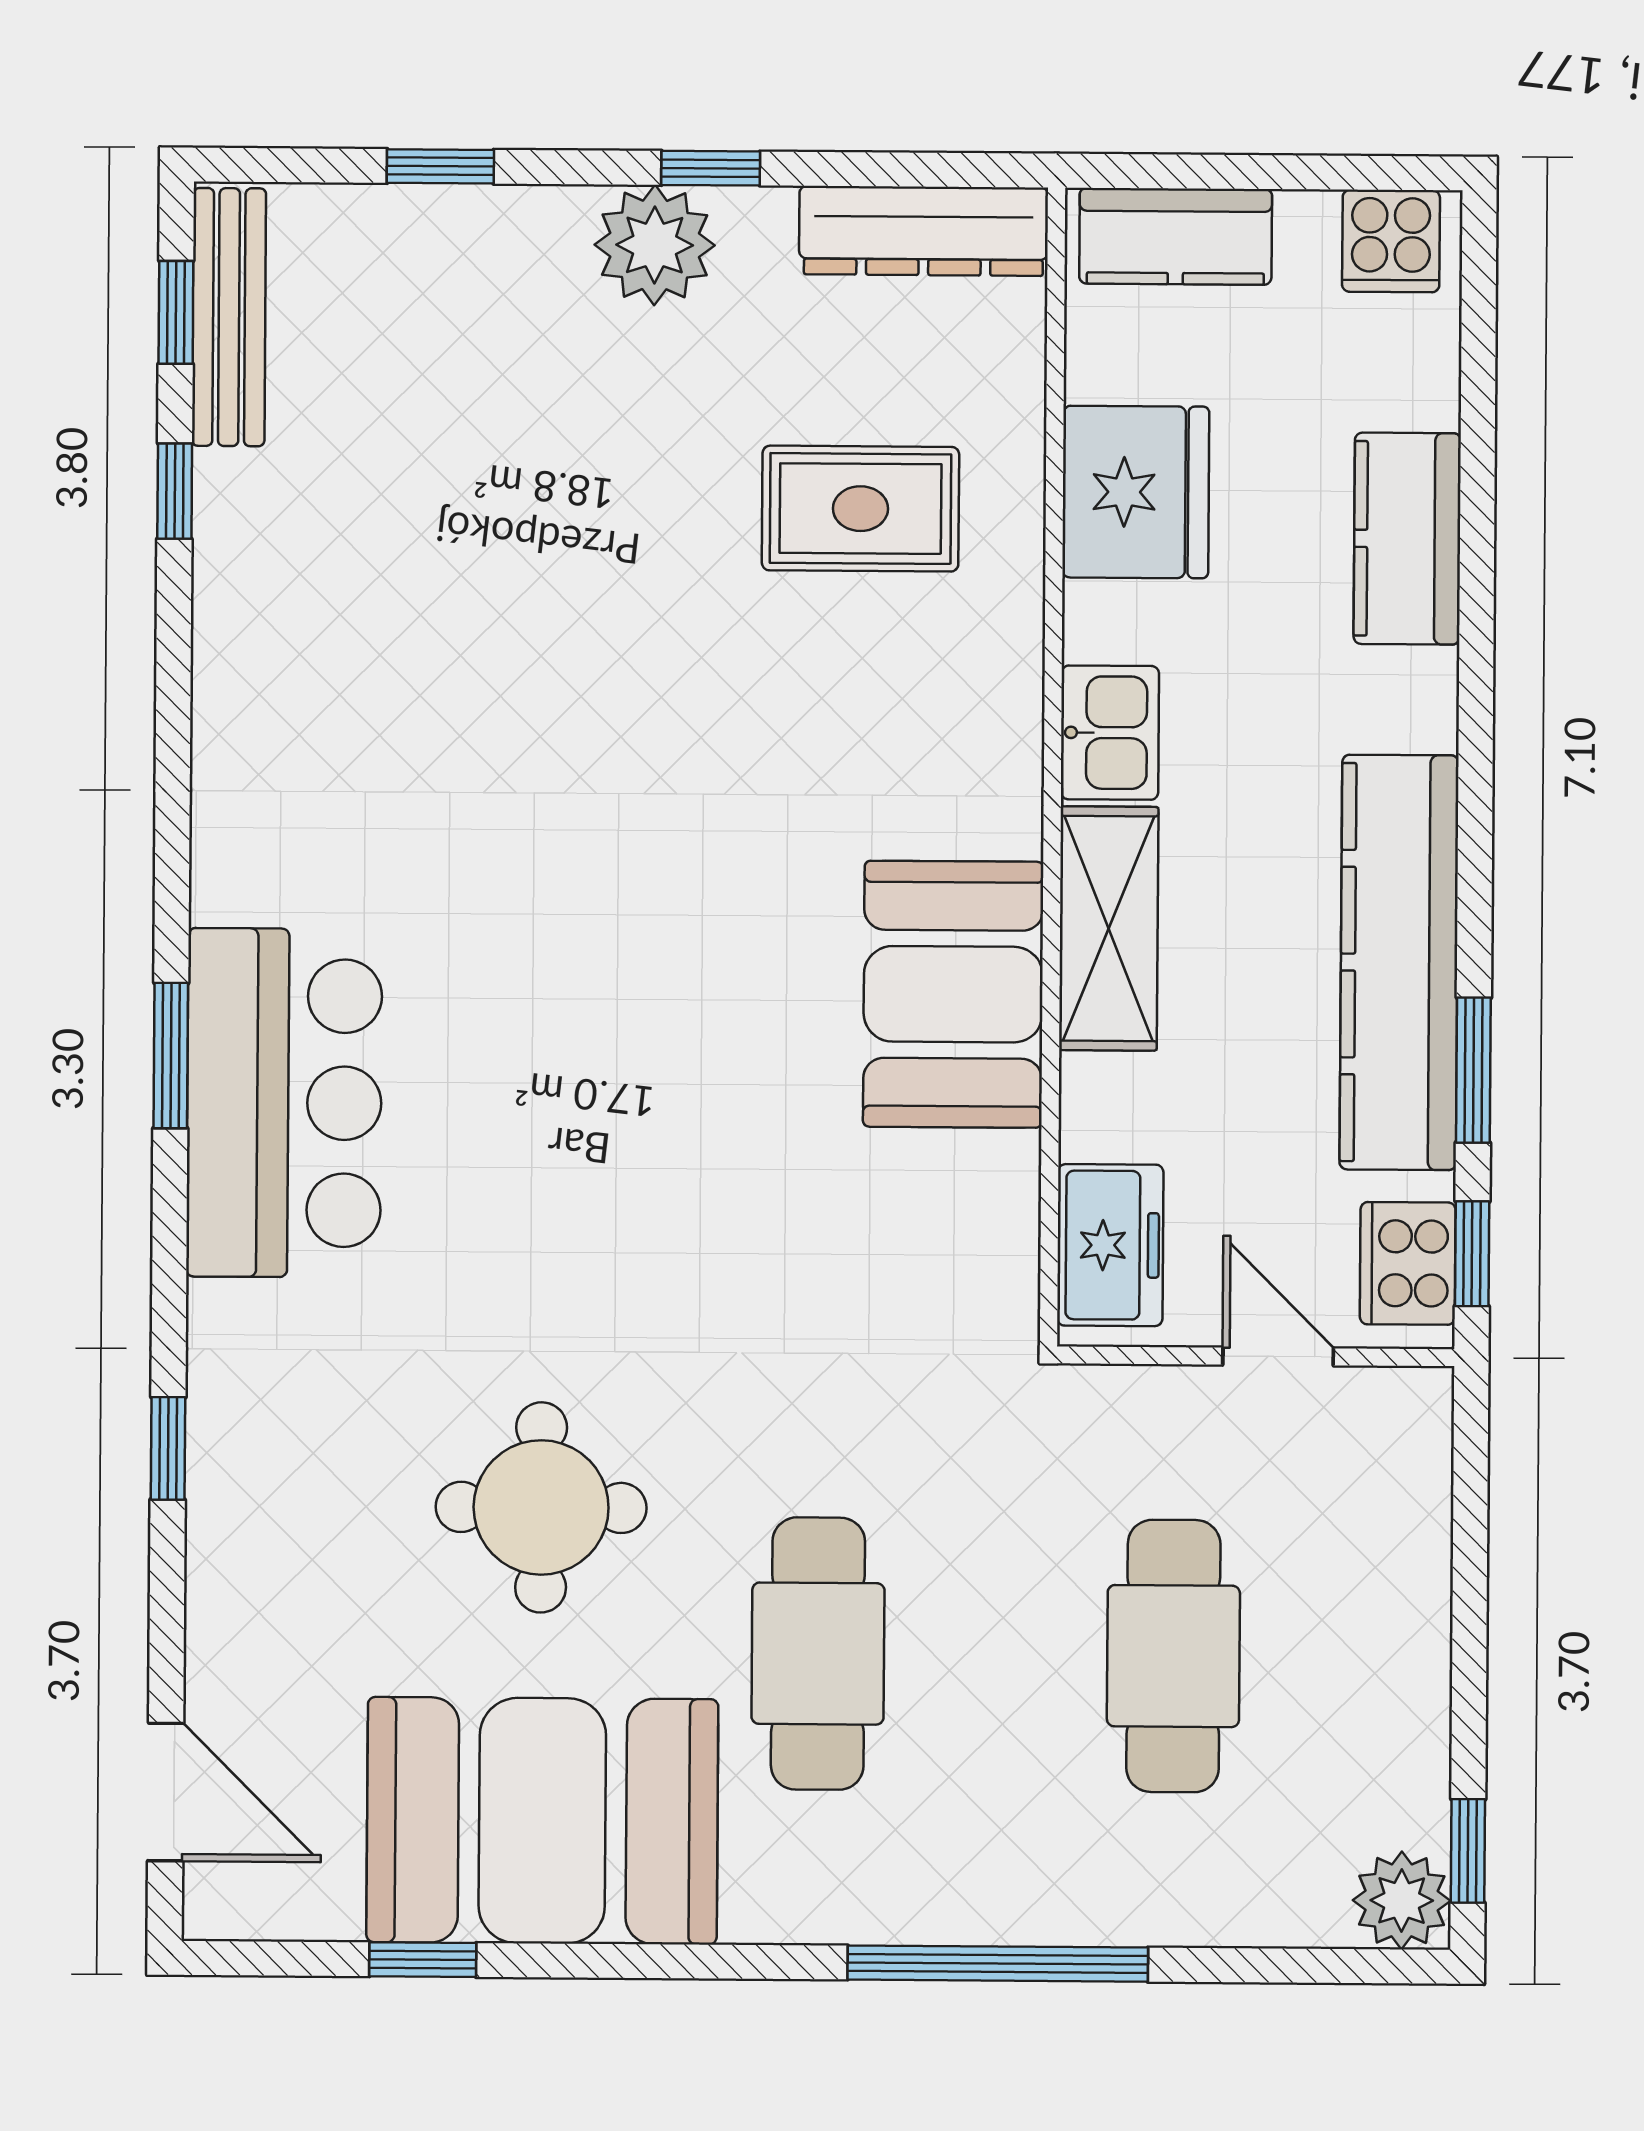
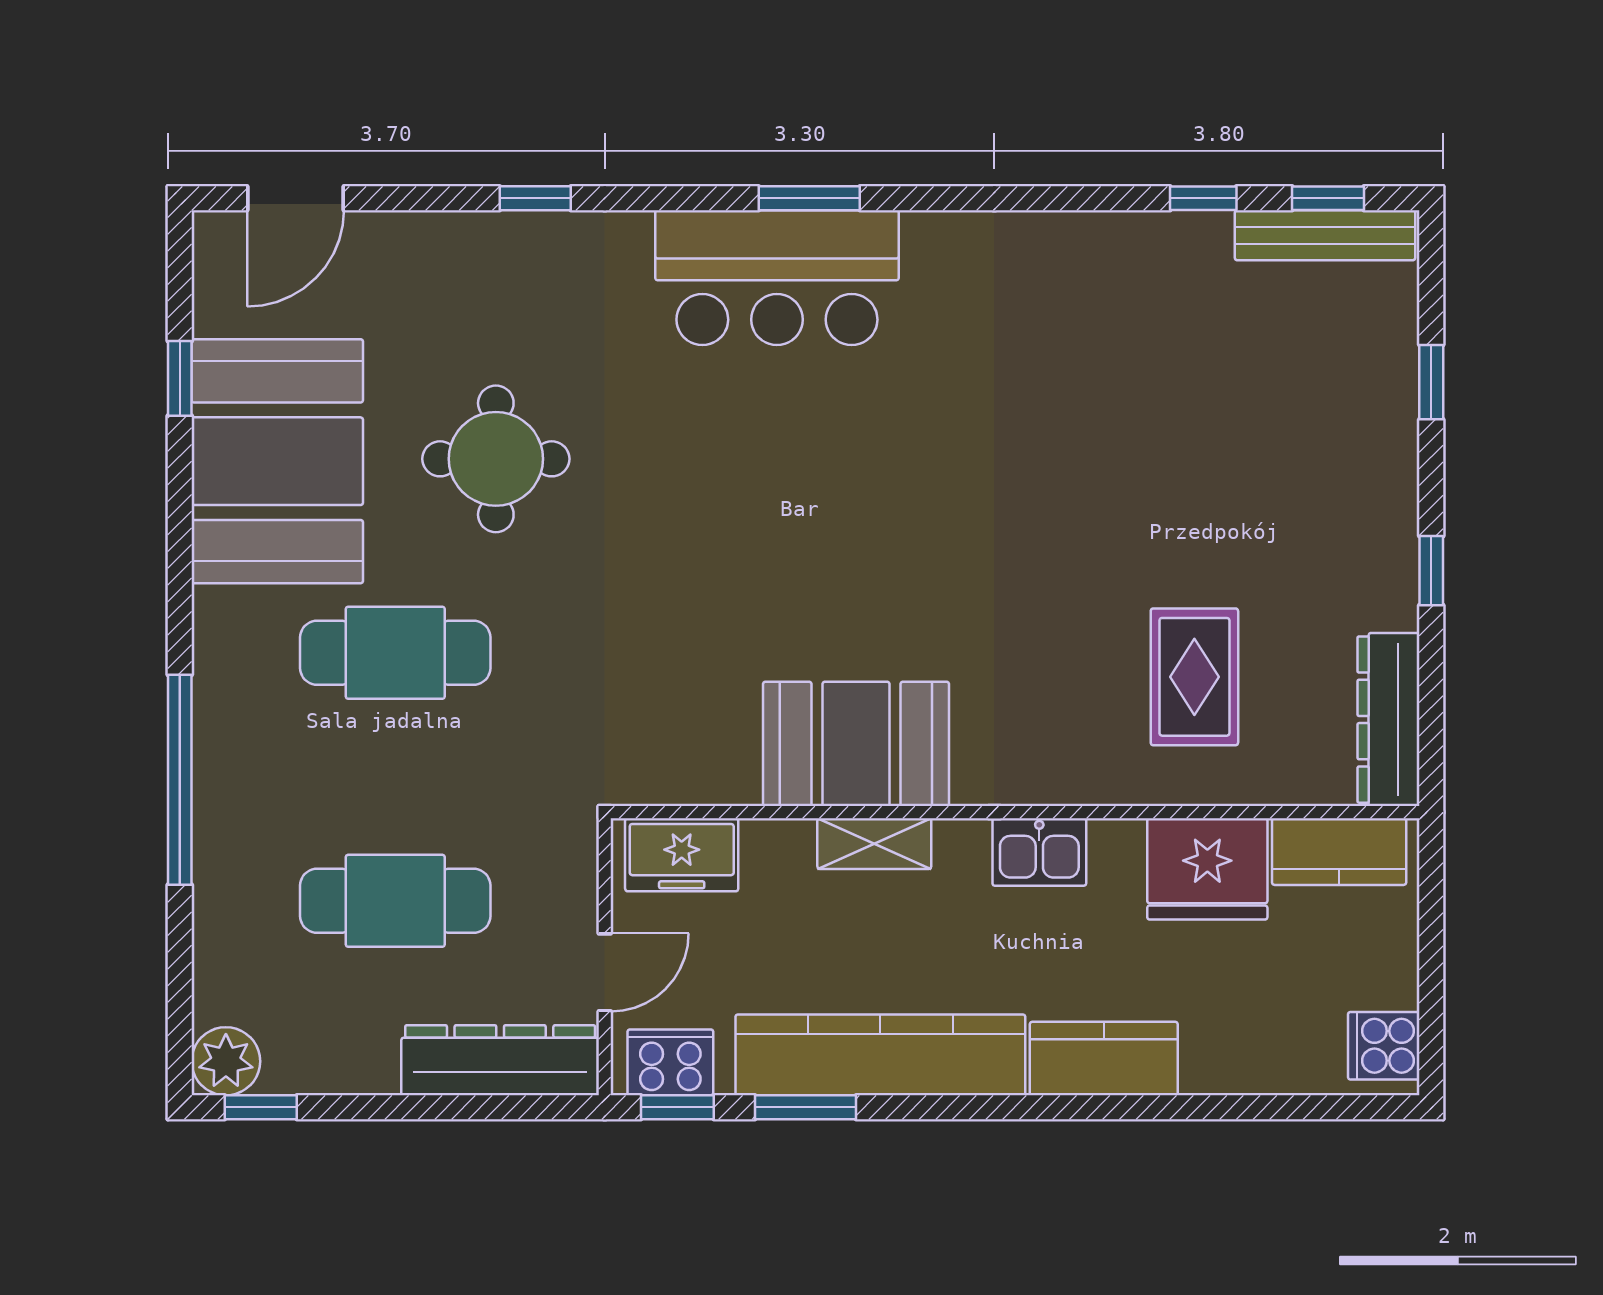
kitchen counter: (1176, 236) -> (1339, 852), moved, turned -90
plant: (655, 245) -> (1377, 532), removed
kitchen counter: (1407, 539) -> (1104, 1059), moved
shelving: (1109, 928) -> (874, 844), width x0.67, depth x0.75
dresser: (1403, 1507) -> (500, 1060), added

